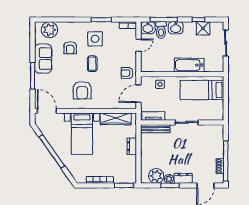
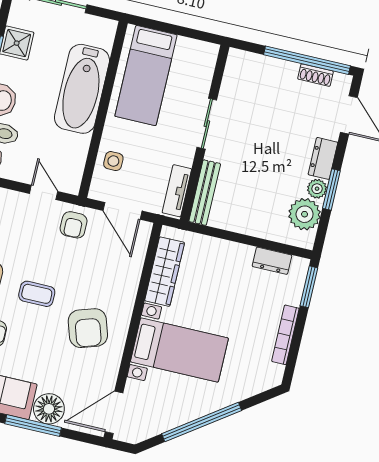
door: (139, 45) -> (44, 192), moved
bathtub: (189, 65) -> (82, 89), width x1.36, depth x1.36
floor lamp: (42, 81) -> (49, 409), added
armchair: (82, 90) -> (88, 328), turned 72
dresser: (132, 146) -> (272, 261), moved

